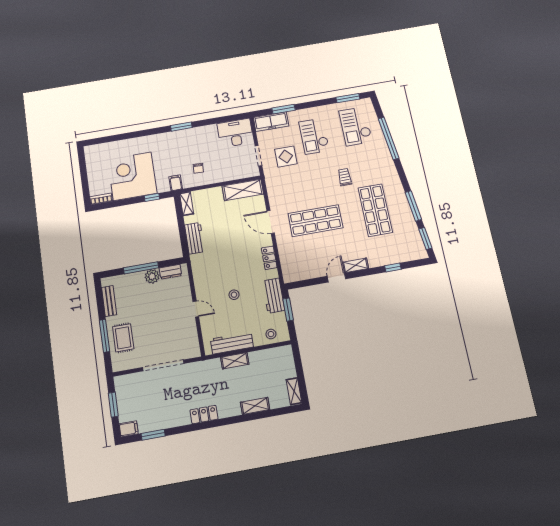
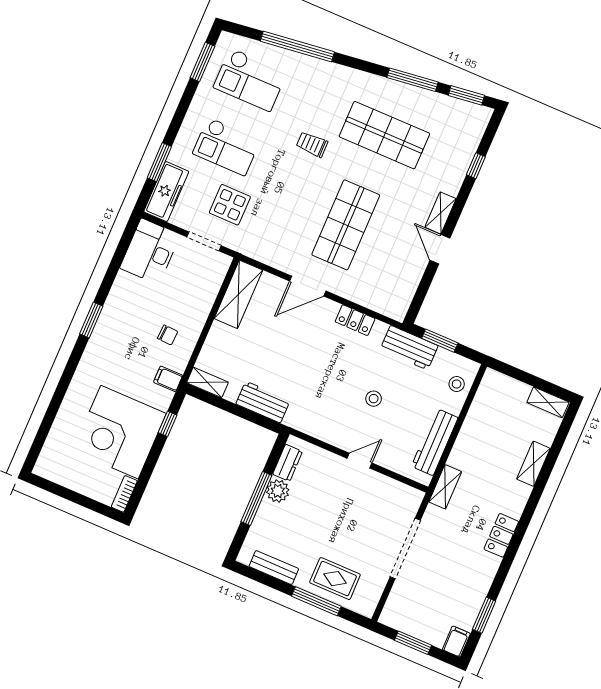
shelving: (235, 361) -> (445, 487), moved

